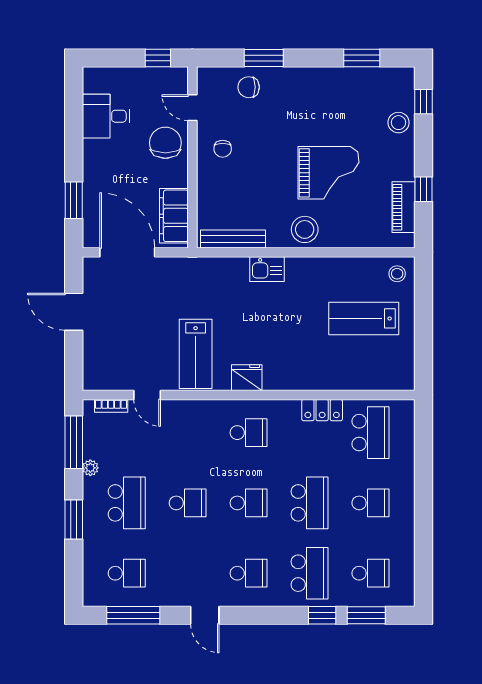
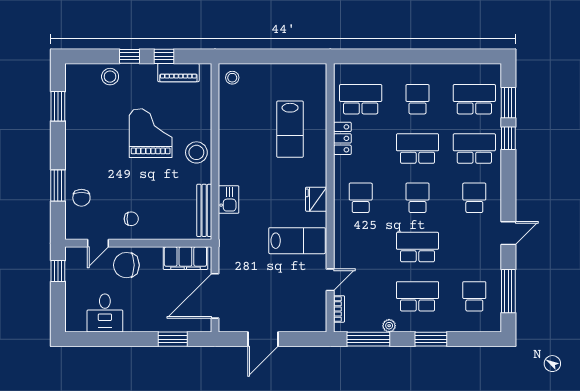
window: (423, 102) -> (129, 56), moved
kitchen sink: (267, 269) -> (229, 200), moved
lab bench: (364, 318) -> (290, 129), moved
school desk: (188, 503) -> (418, 247), width x1.85
school desk: (370, 573) -> (474, 99), width x1.85

